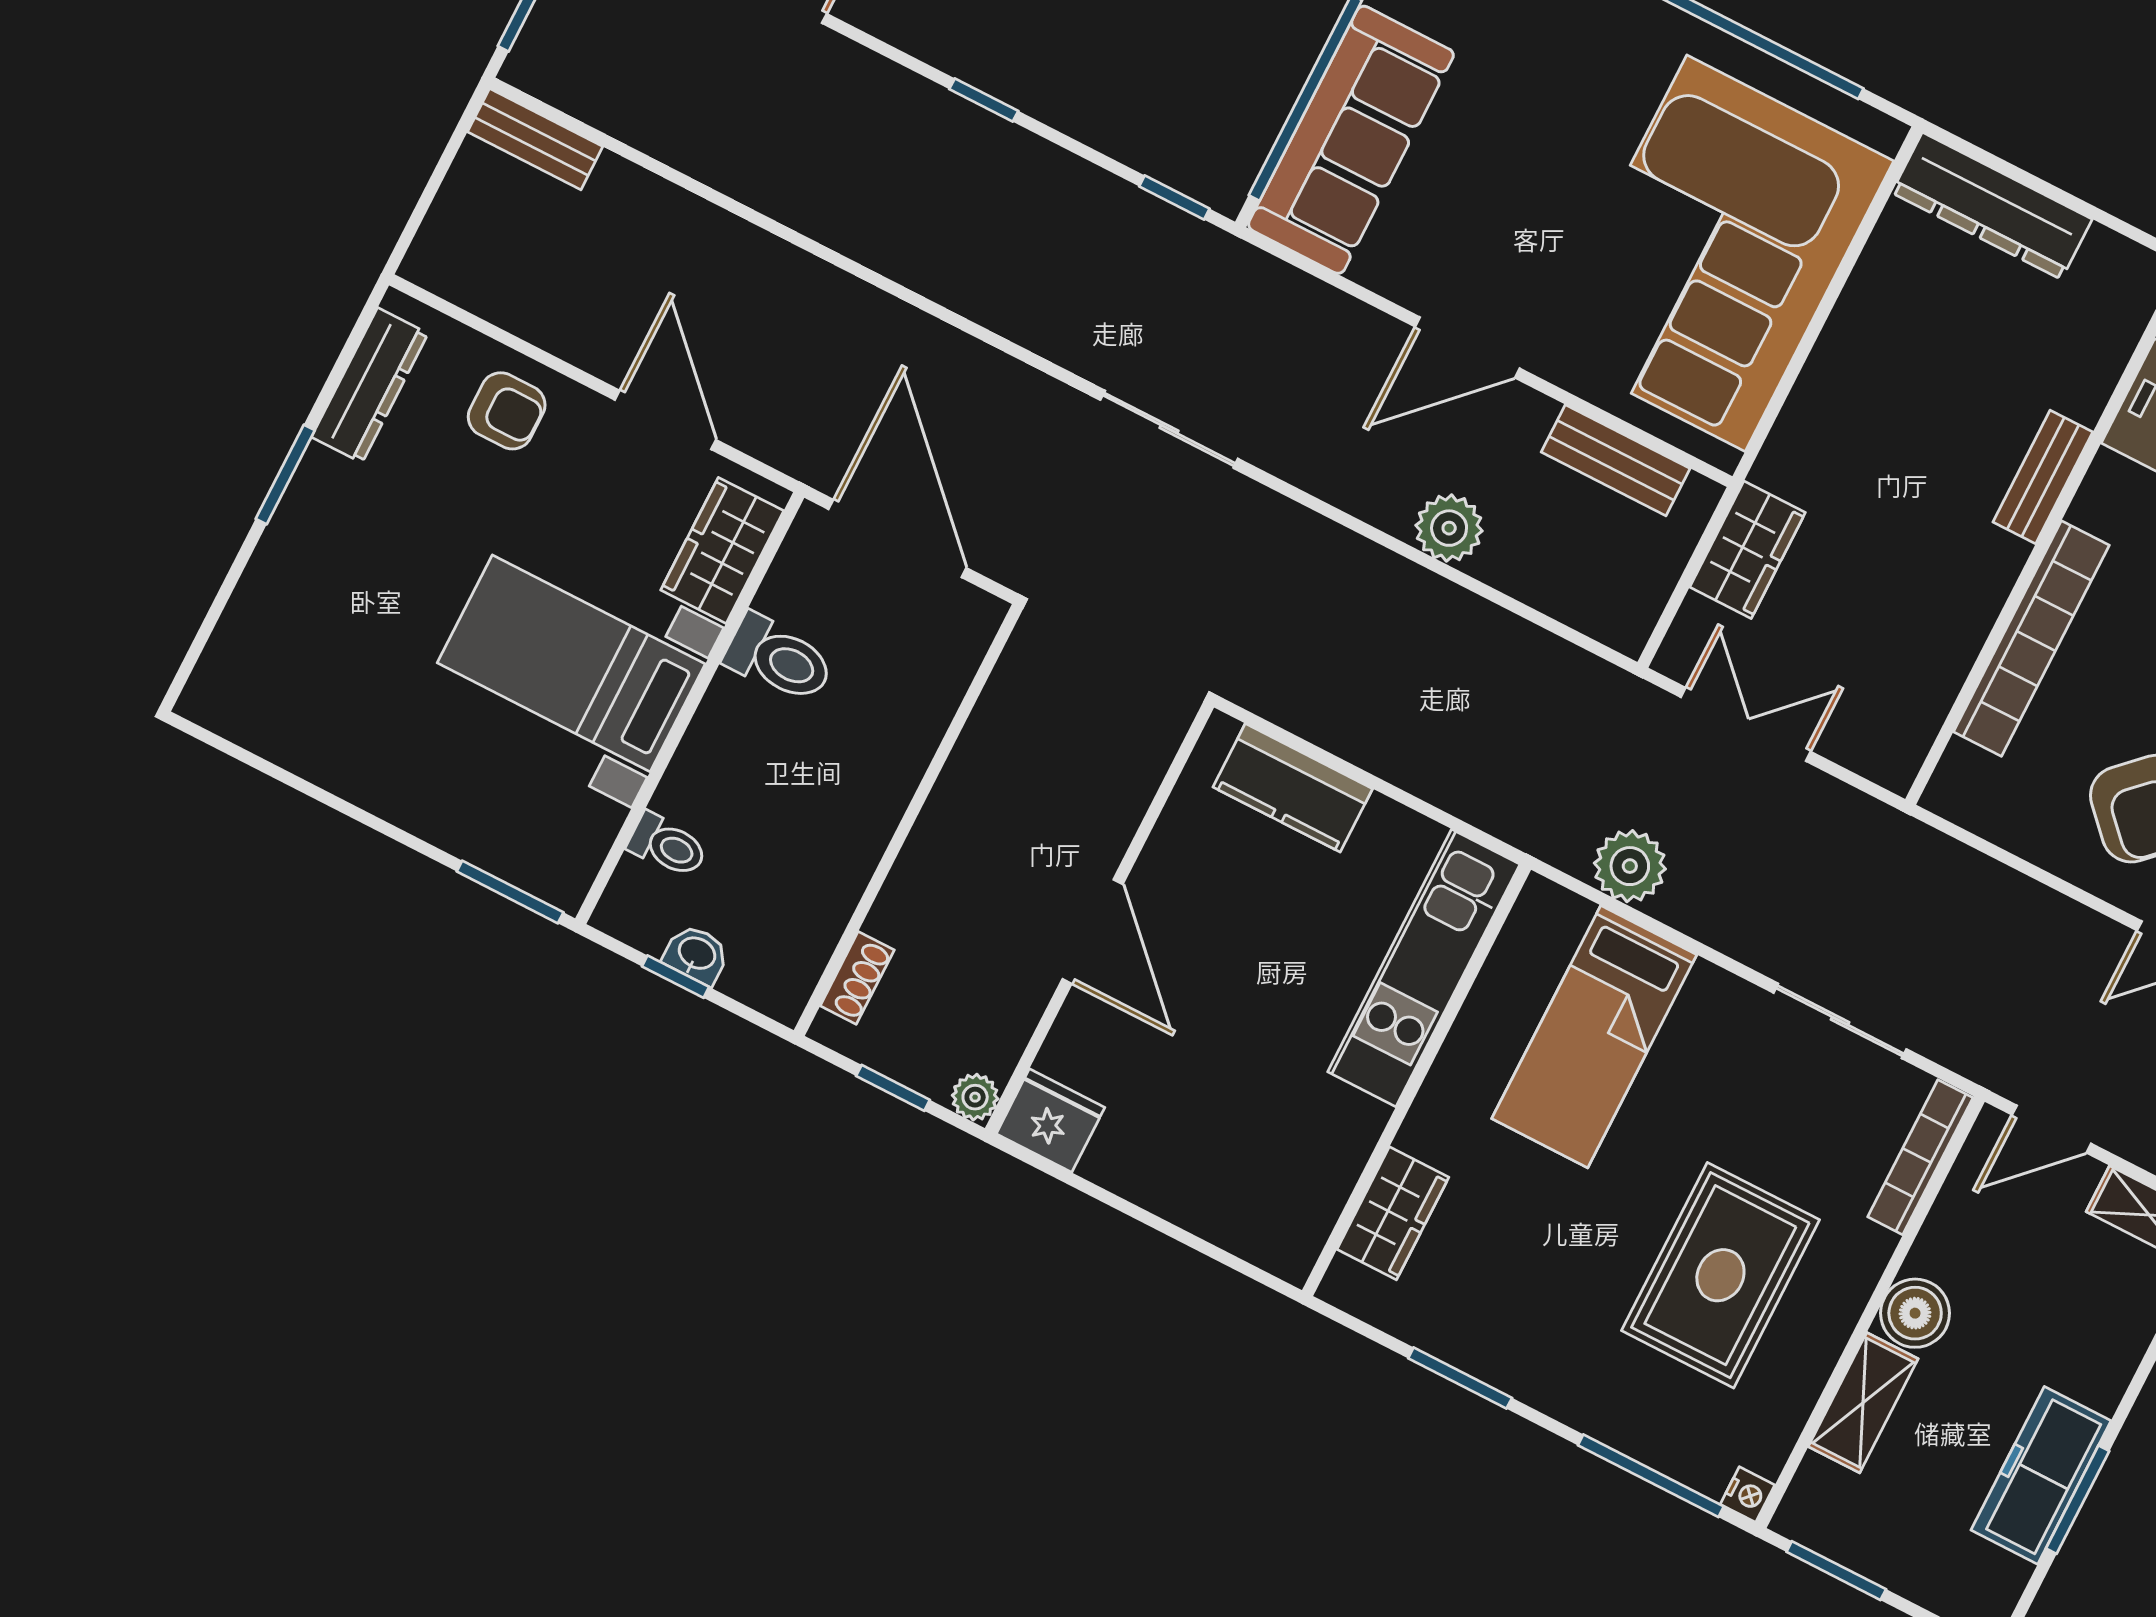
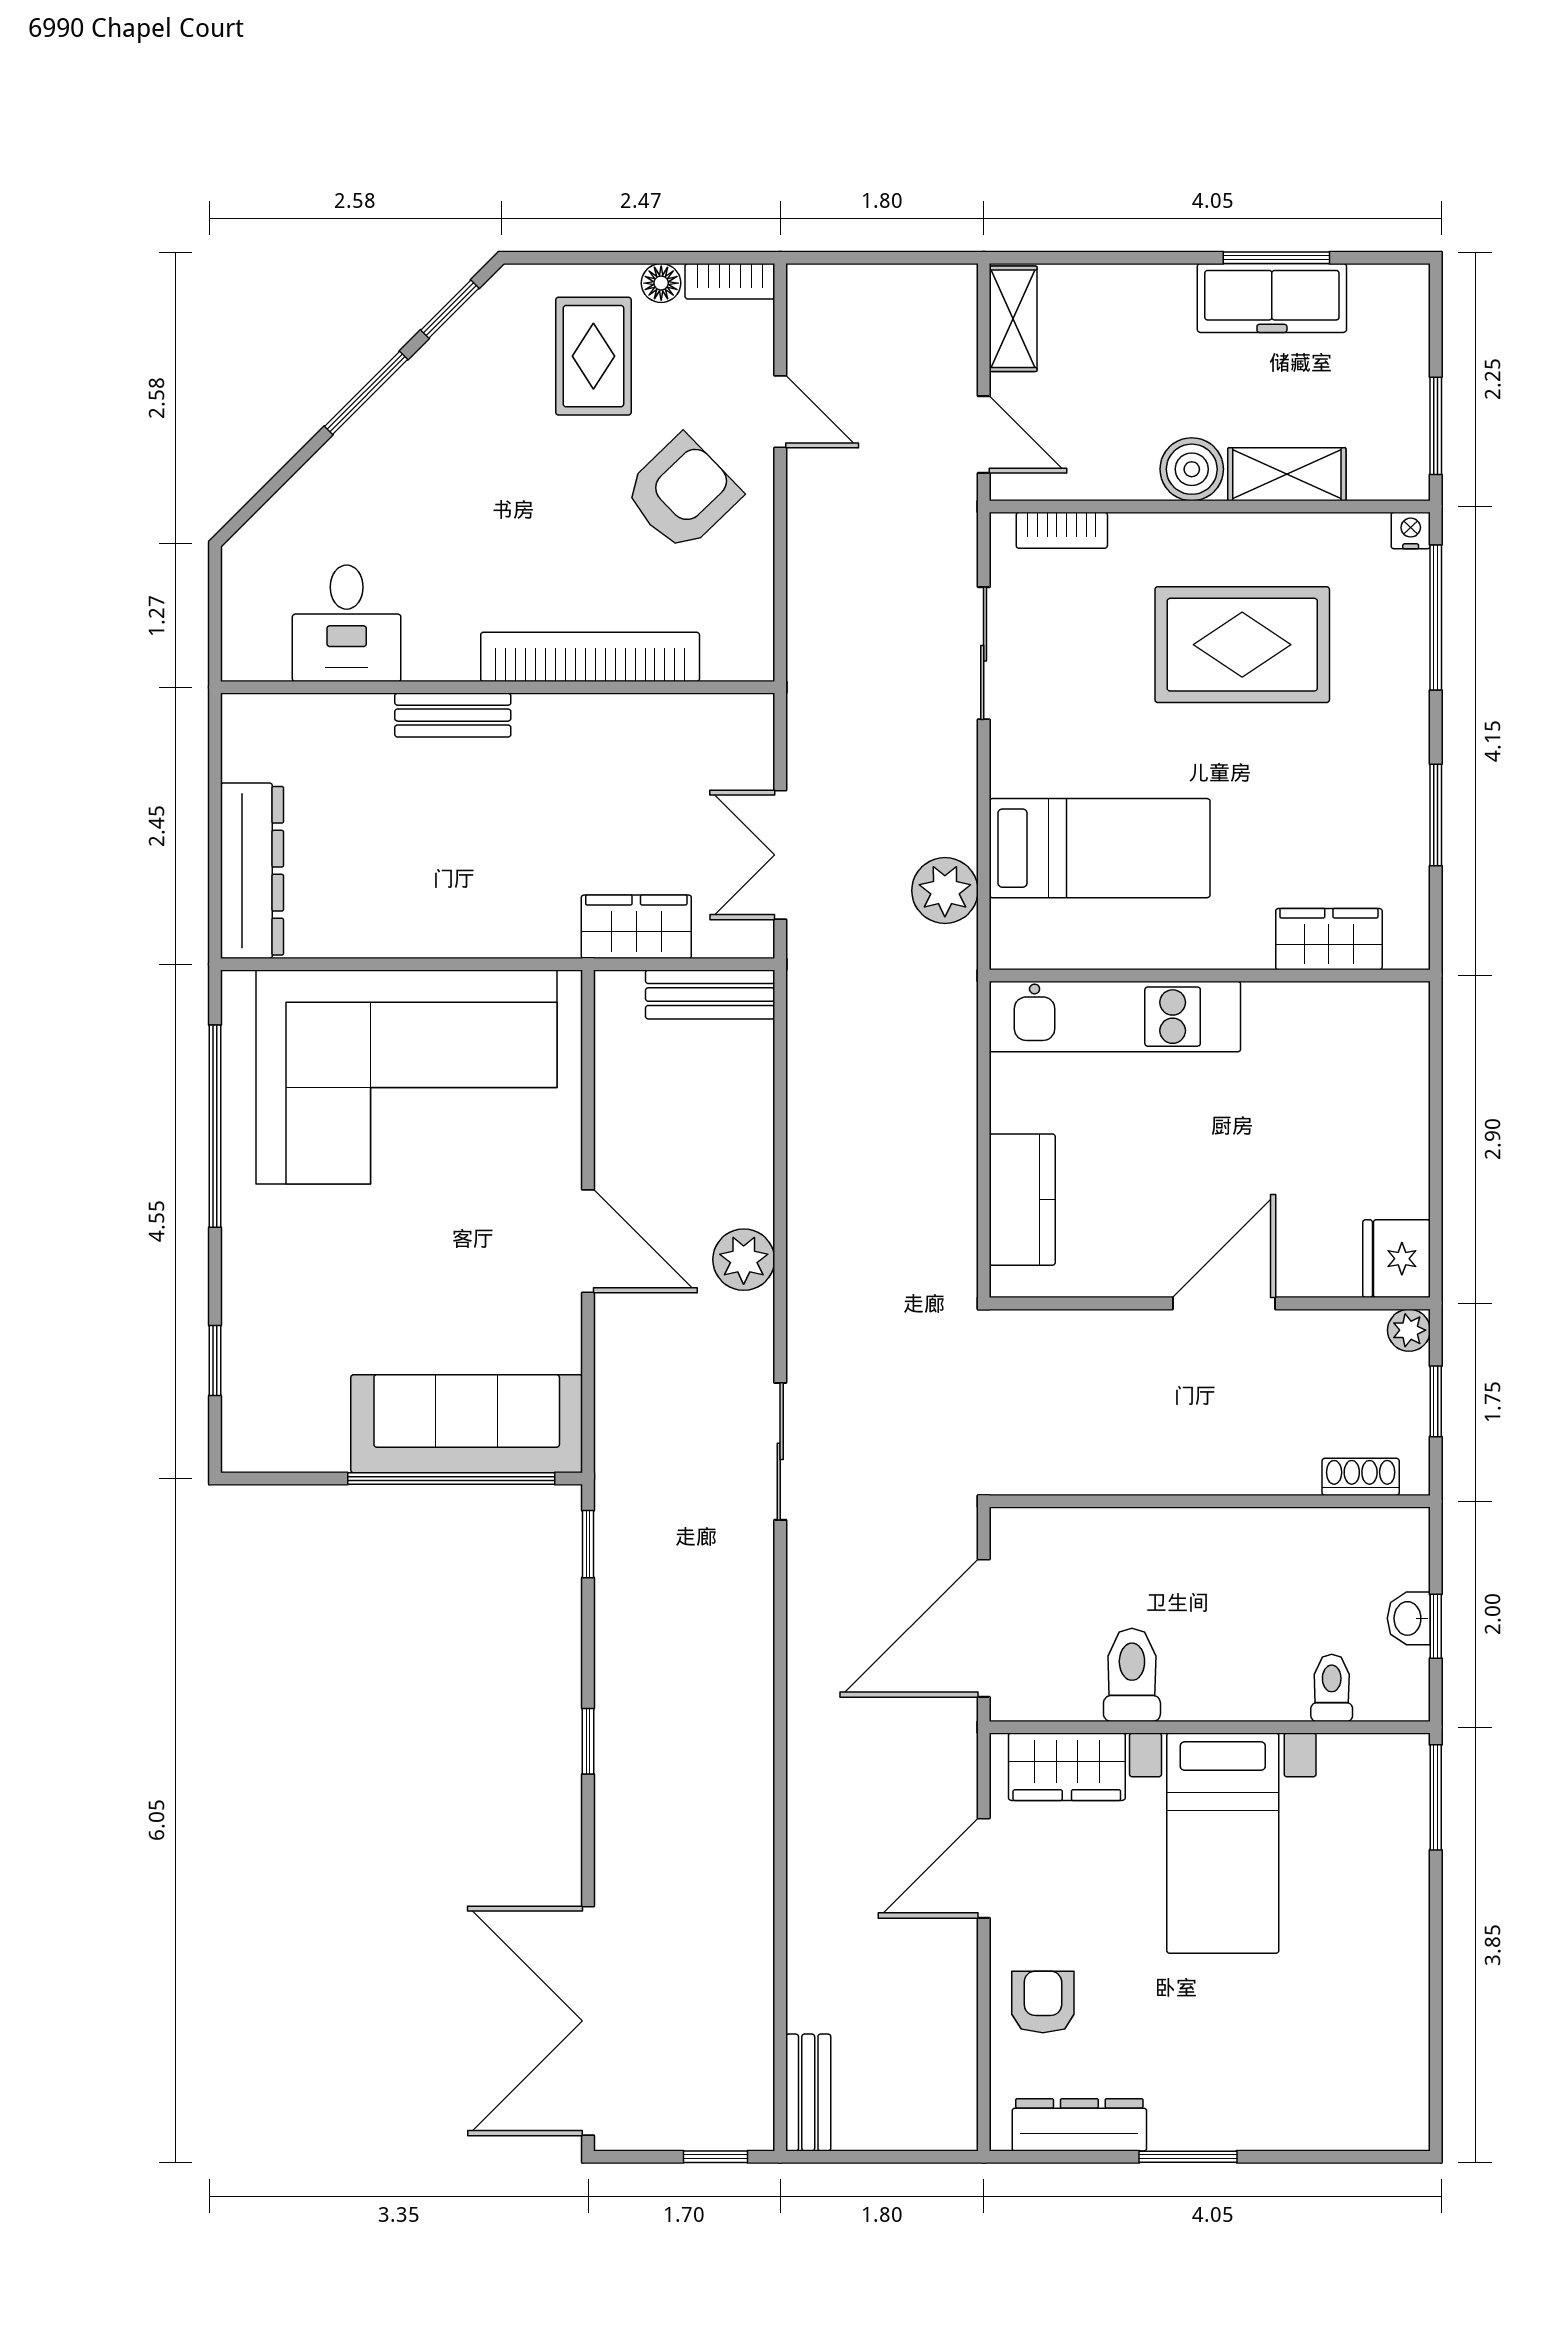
bench: (1616, 460) -> (710, 995), moved, turned 90
plant: (1449, 528) -> (744, 1260), moved
bookcase: (1920, 1157) -> (1062, 530), width x0.64

